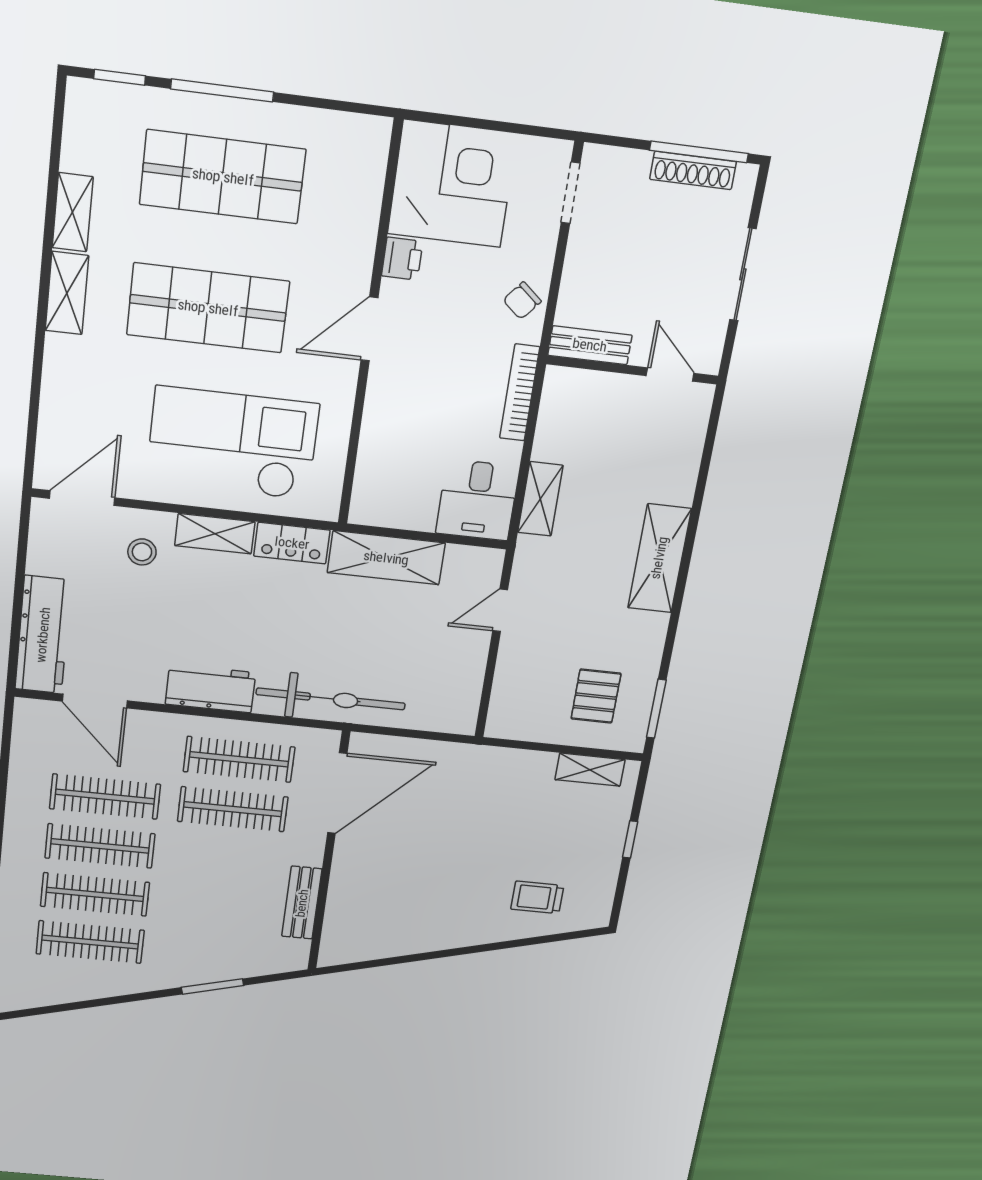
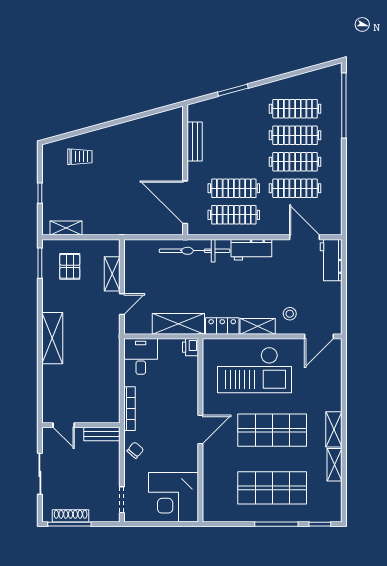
printer: (402, 259) -> (190, 347), moved
shelving: (540, 499) -> (112, 274), moved
workbench: (43, 635) -> (331, 260), width x0.73
door: (337, 793) -> (185, 202), hinge flipped

